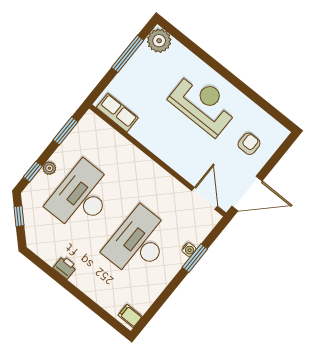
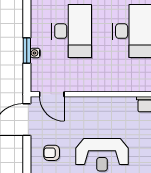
armchair: (249, 144) -> (52, 153), turned 90

